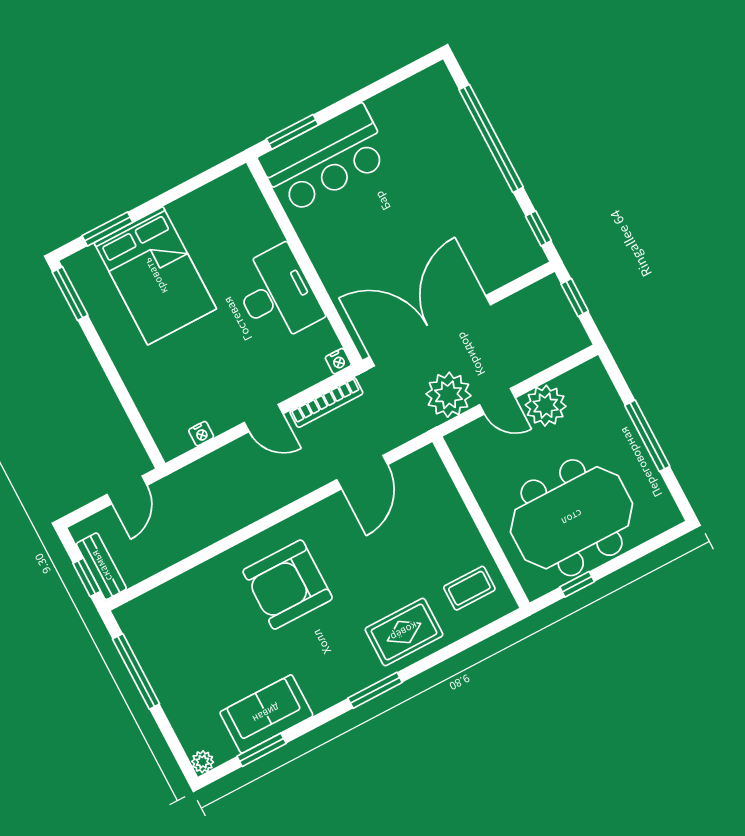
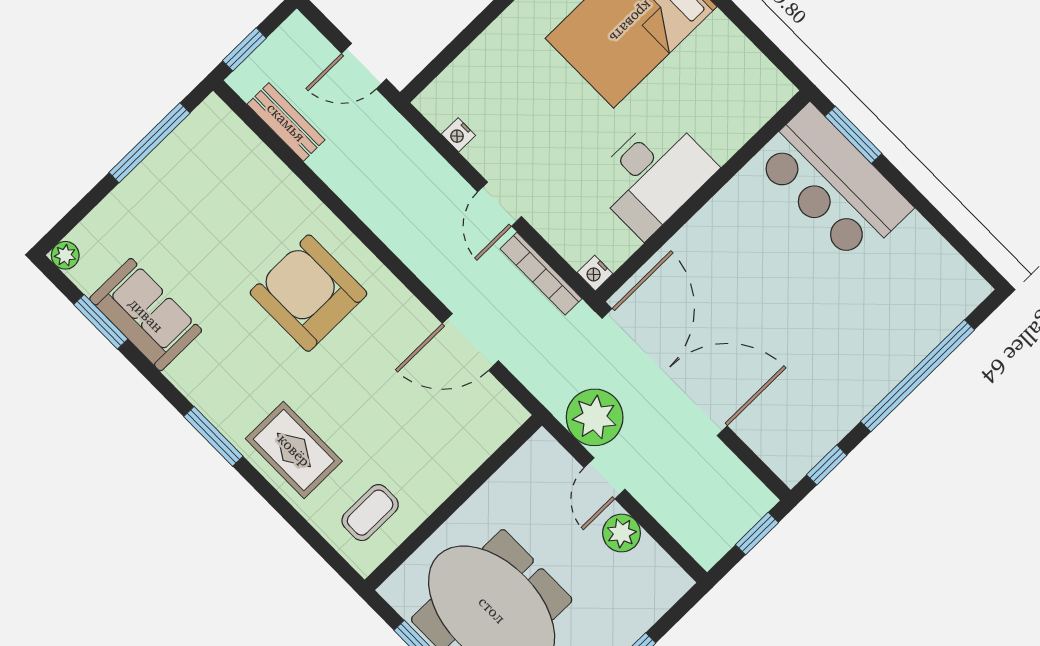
plant: (546, 406) -> (622, 533), width x0.73, depth x0.73
bench: (101, 566) -> (286, 122), moved, turned 90
coffee table: (469, 588) -> (370, 513), turned 90

